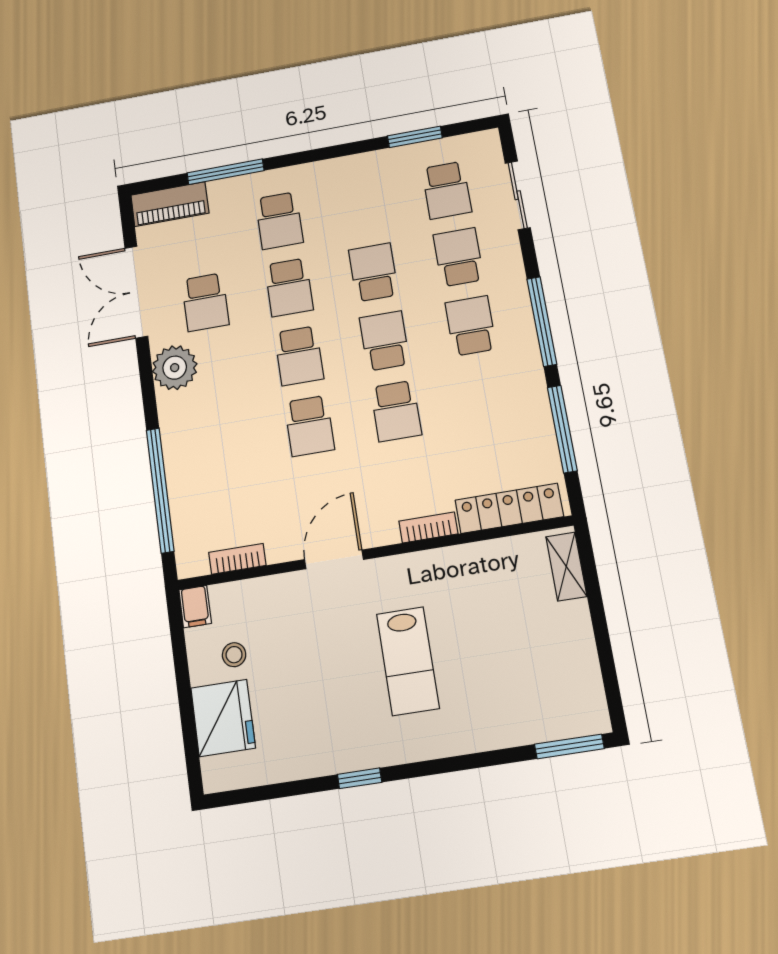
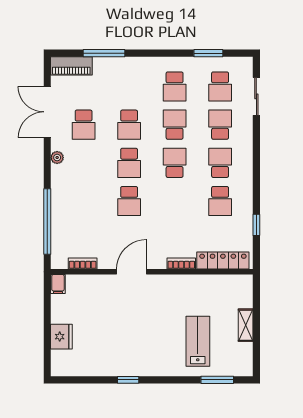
school desk: (279, 221) -> (175, 86), moved
window: (542, 321) -> (256, 167), removed
plant: (175, 368) -> (57, 158), width x0.53, depth x0.53
school desk: (396, 411) -> (220, 201), moved
window: (562, 429) -> (256, 225), width x0.46
shelving: (566, 566) -> (246, 325), moved
stool: (234, 655) -> (75, 311), removed
lab bench: (408, 661) -> (198, 341), moved, turned 180
fridge: (223, 718) -> (61, 337), width x0.73, depth x0.75
window: (569, 746) -> (217, 380), moved

